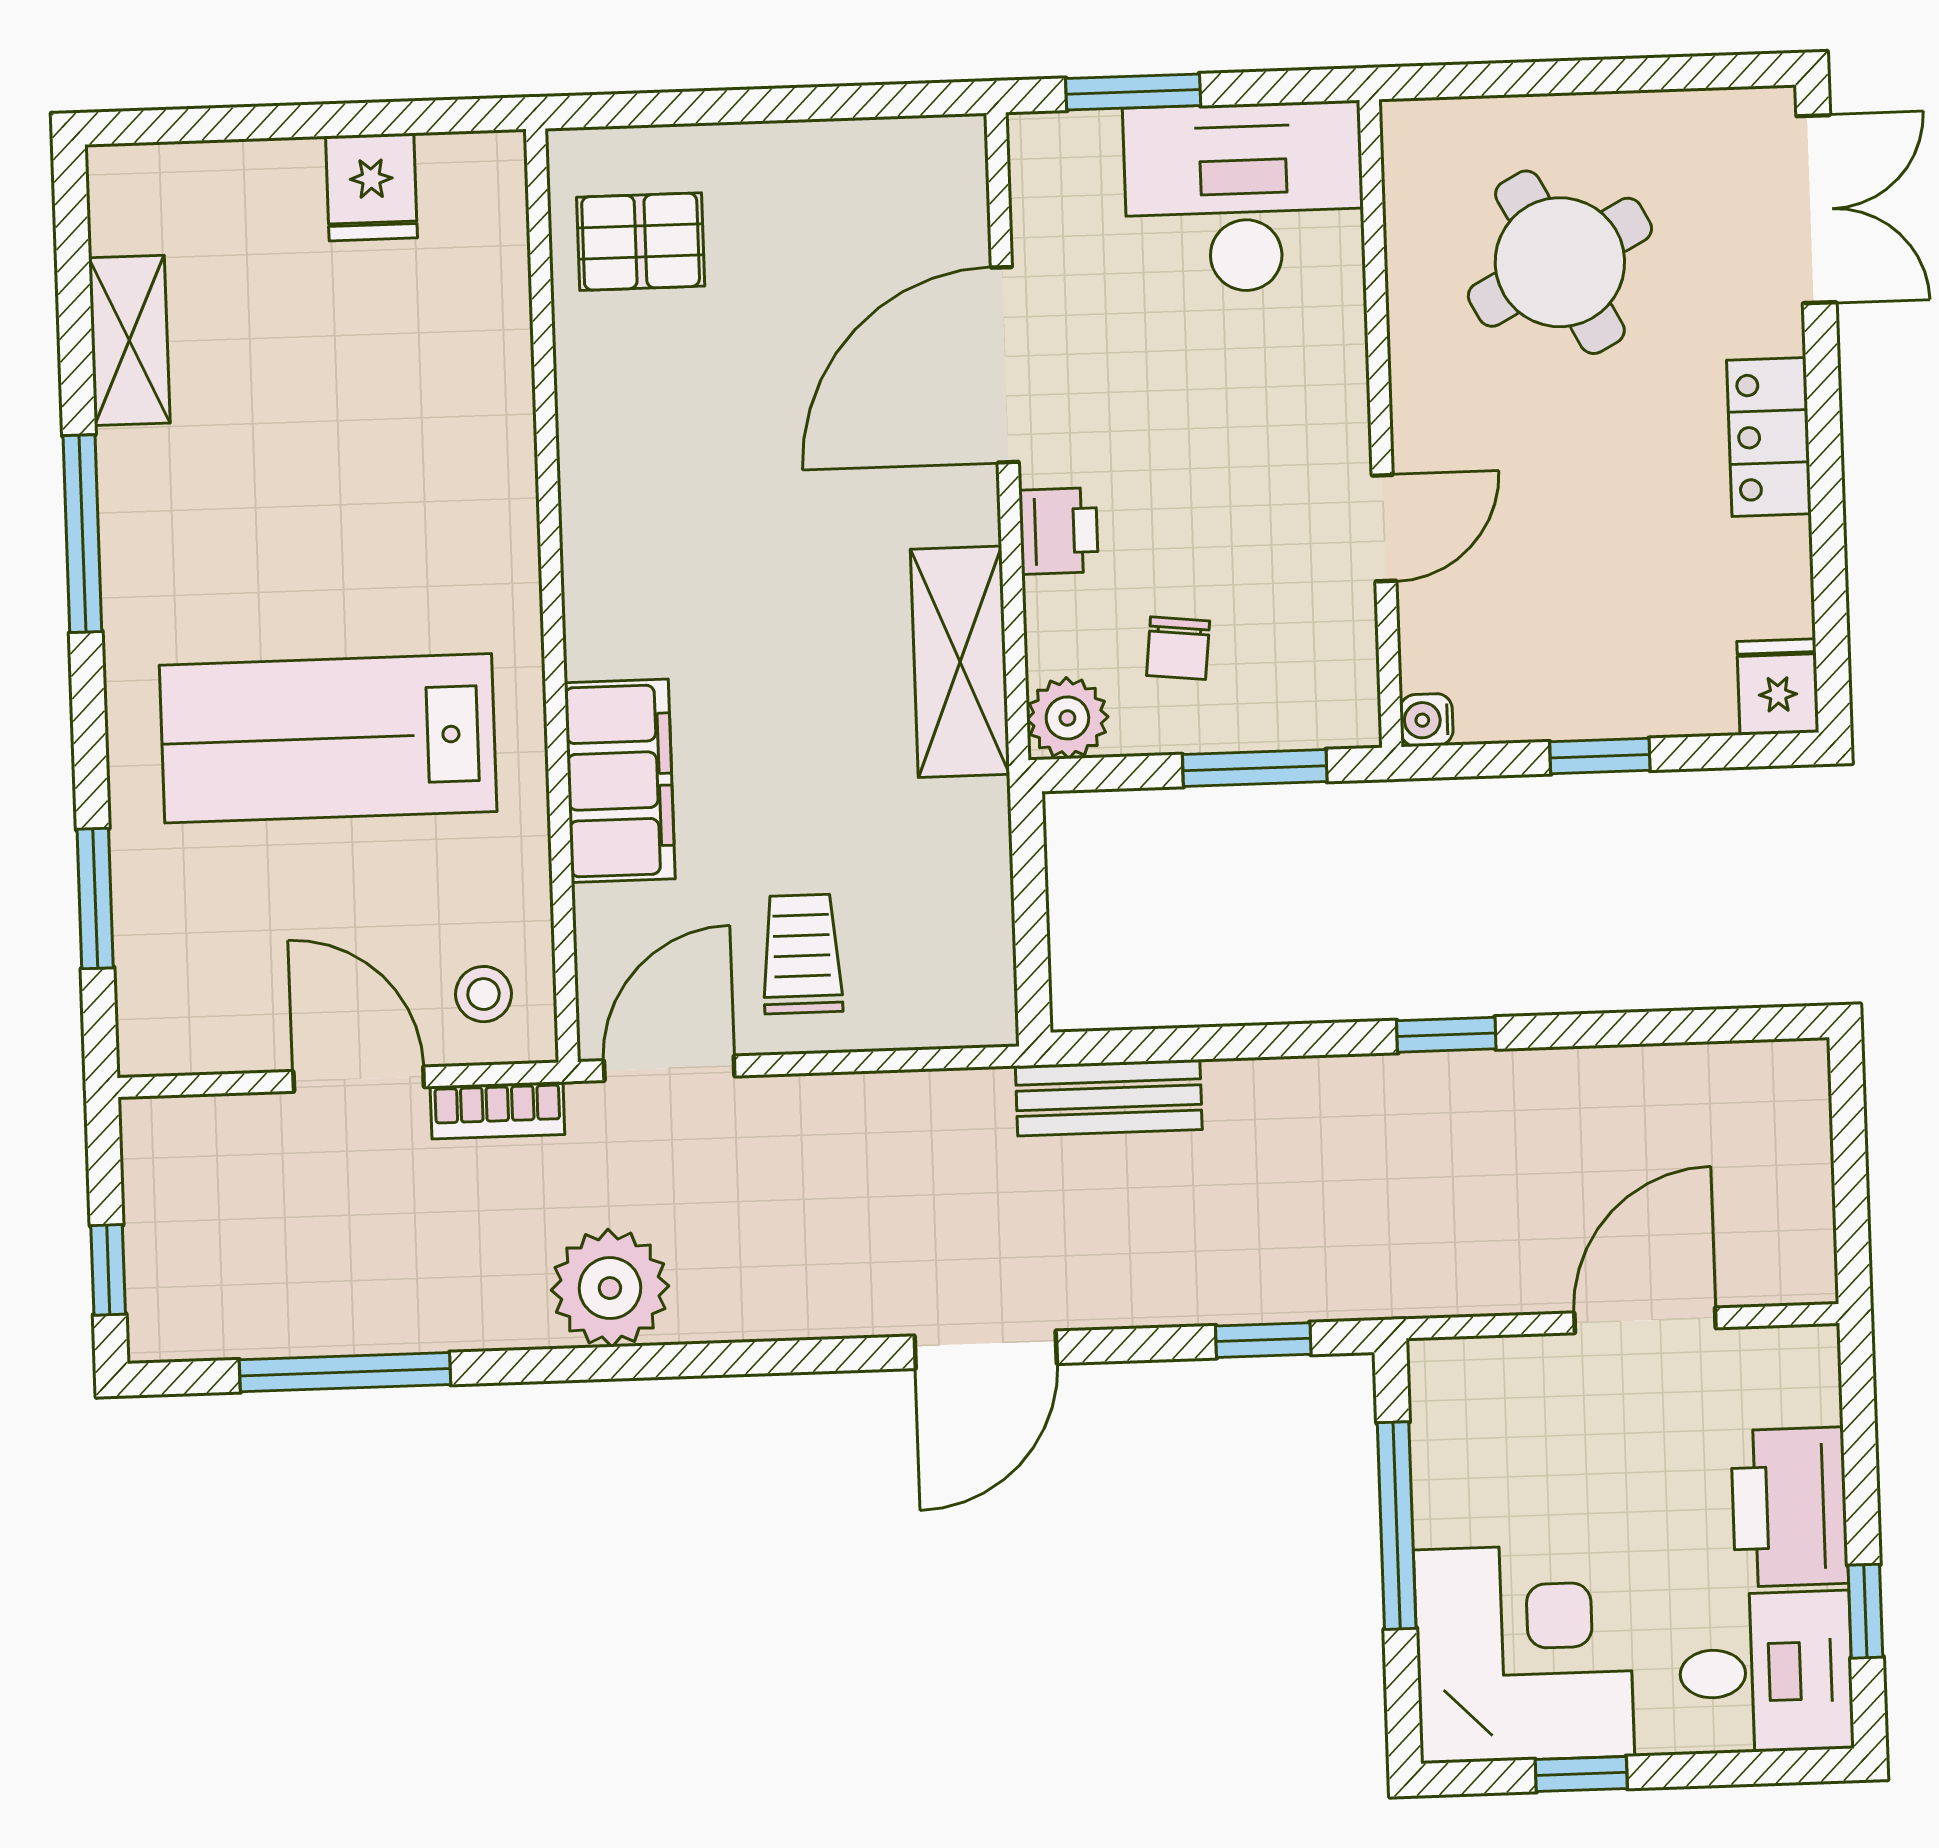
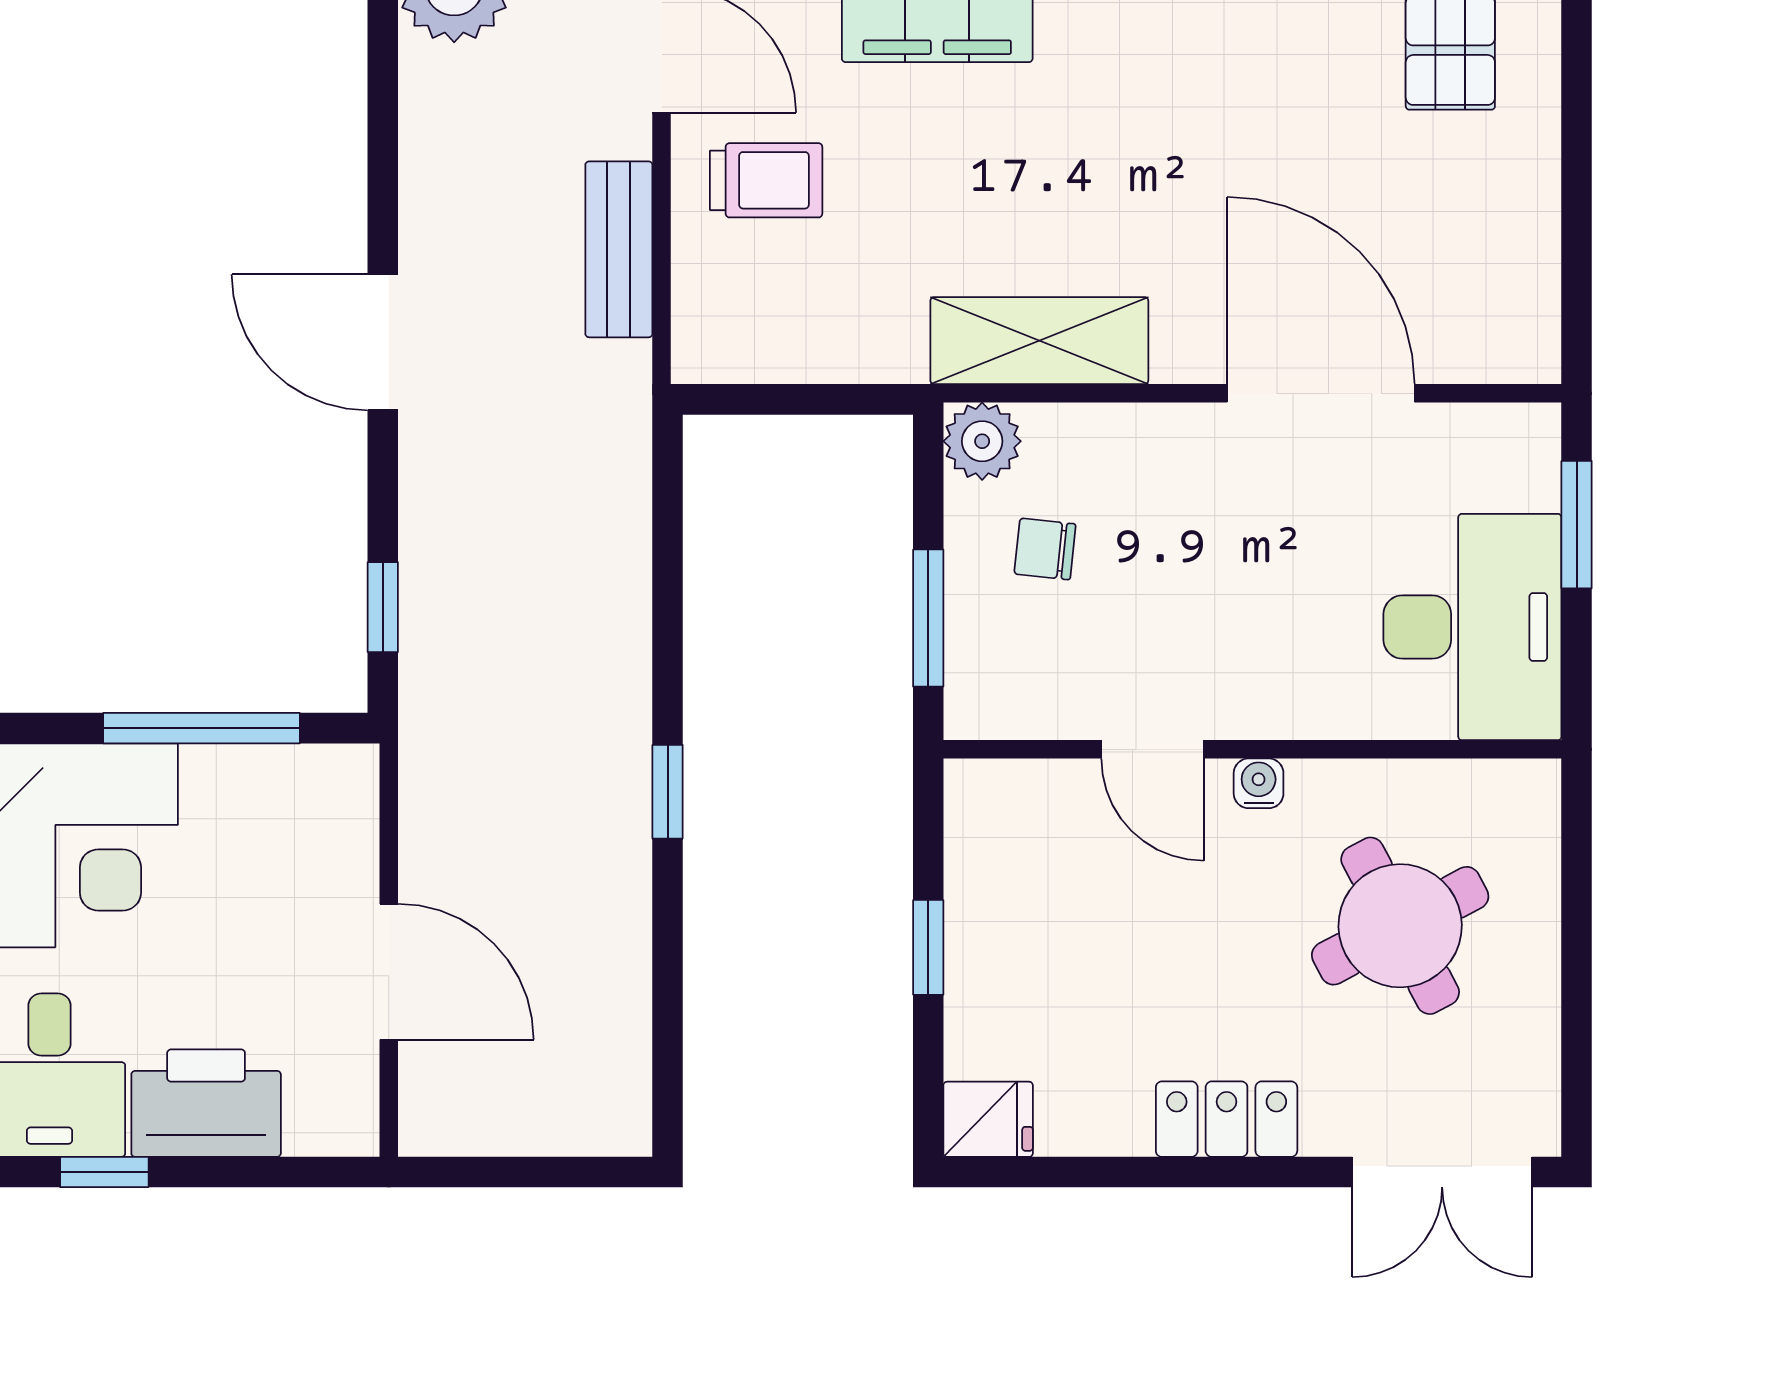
printer: (1059, 531) -> (1161, 439), removed
water cooler: (1426, 720) -> (1259, 783), moved
bench: (1109, 1098) -> (619, 249), moved

